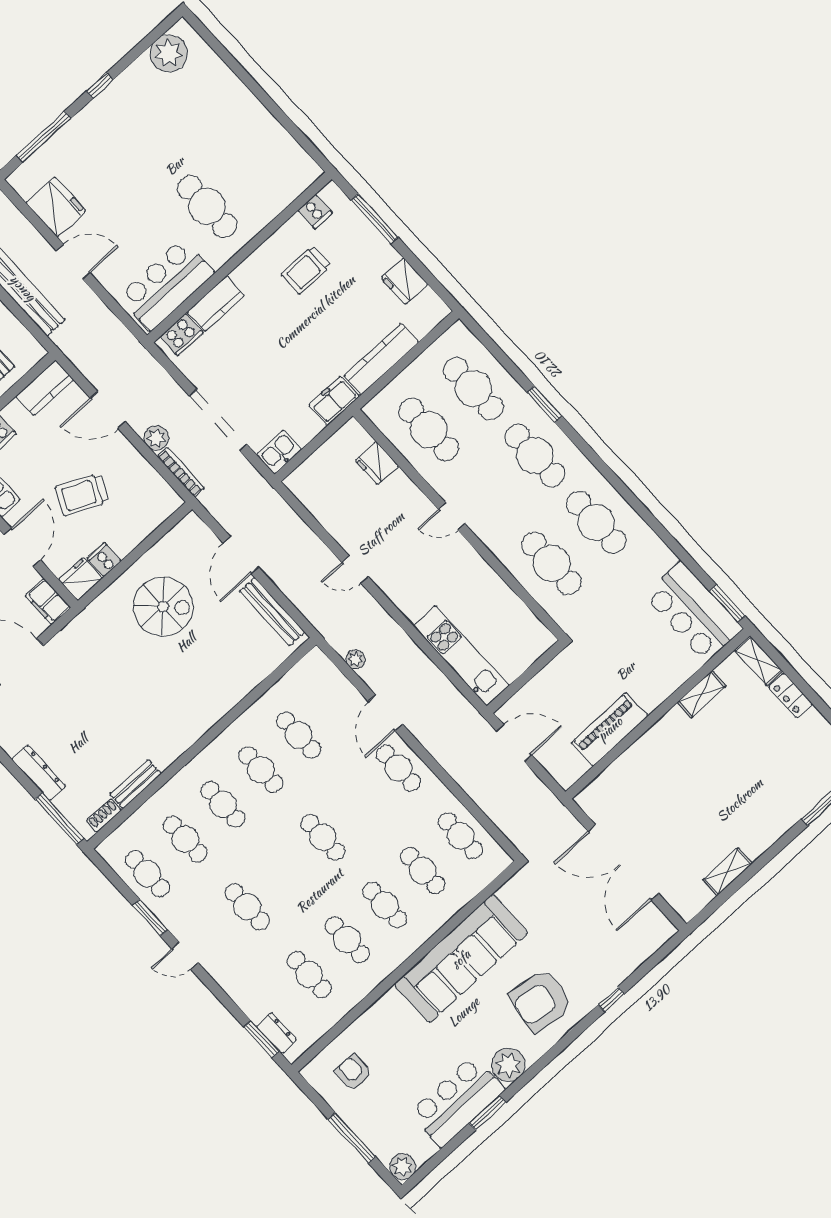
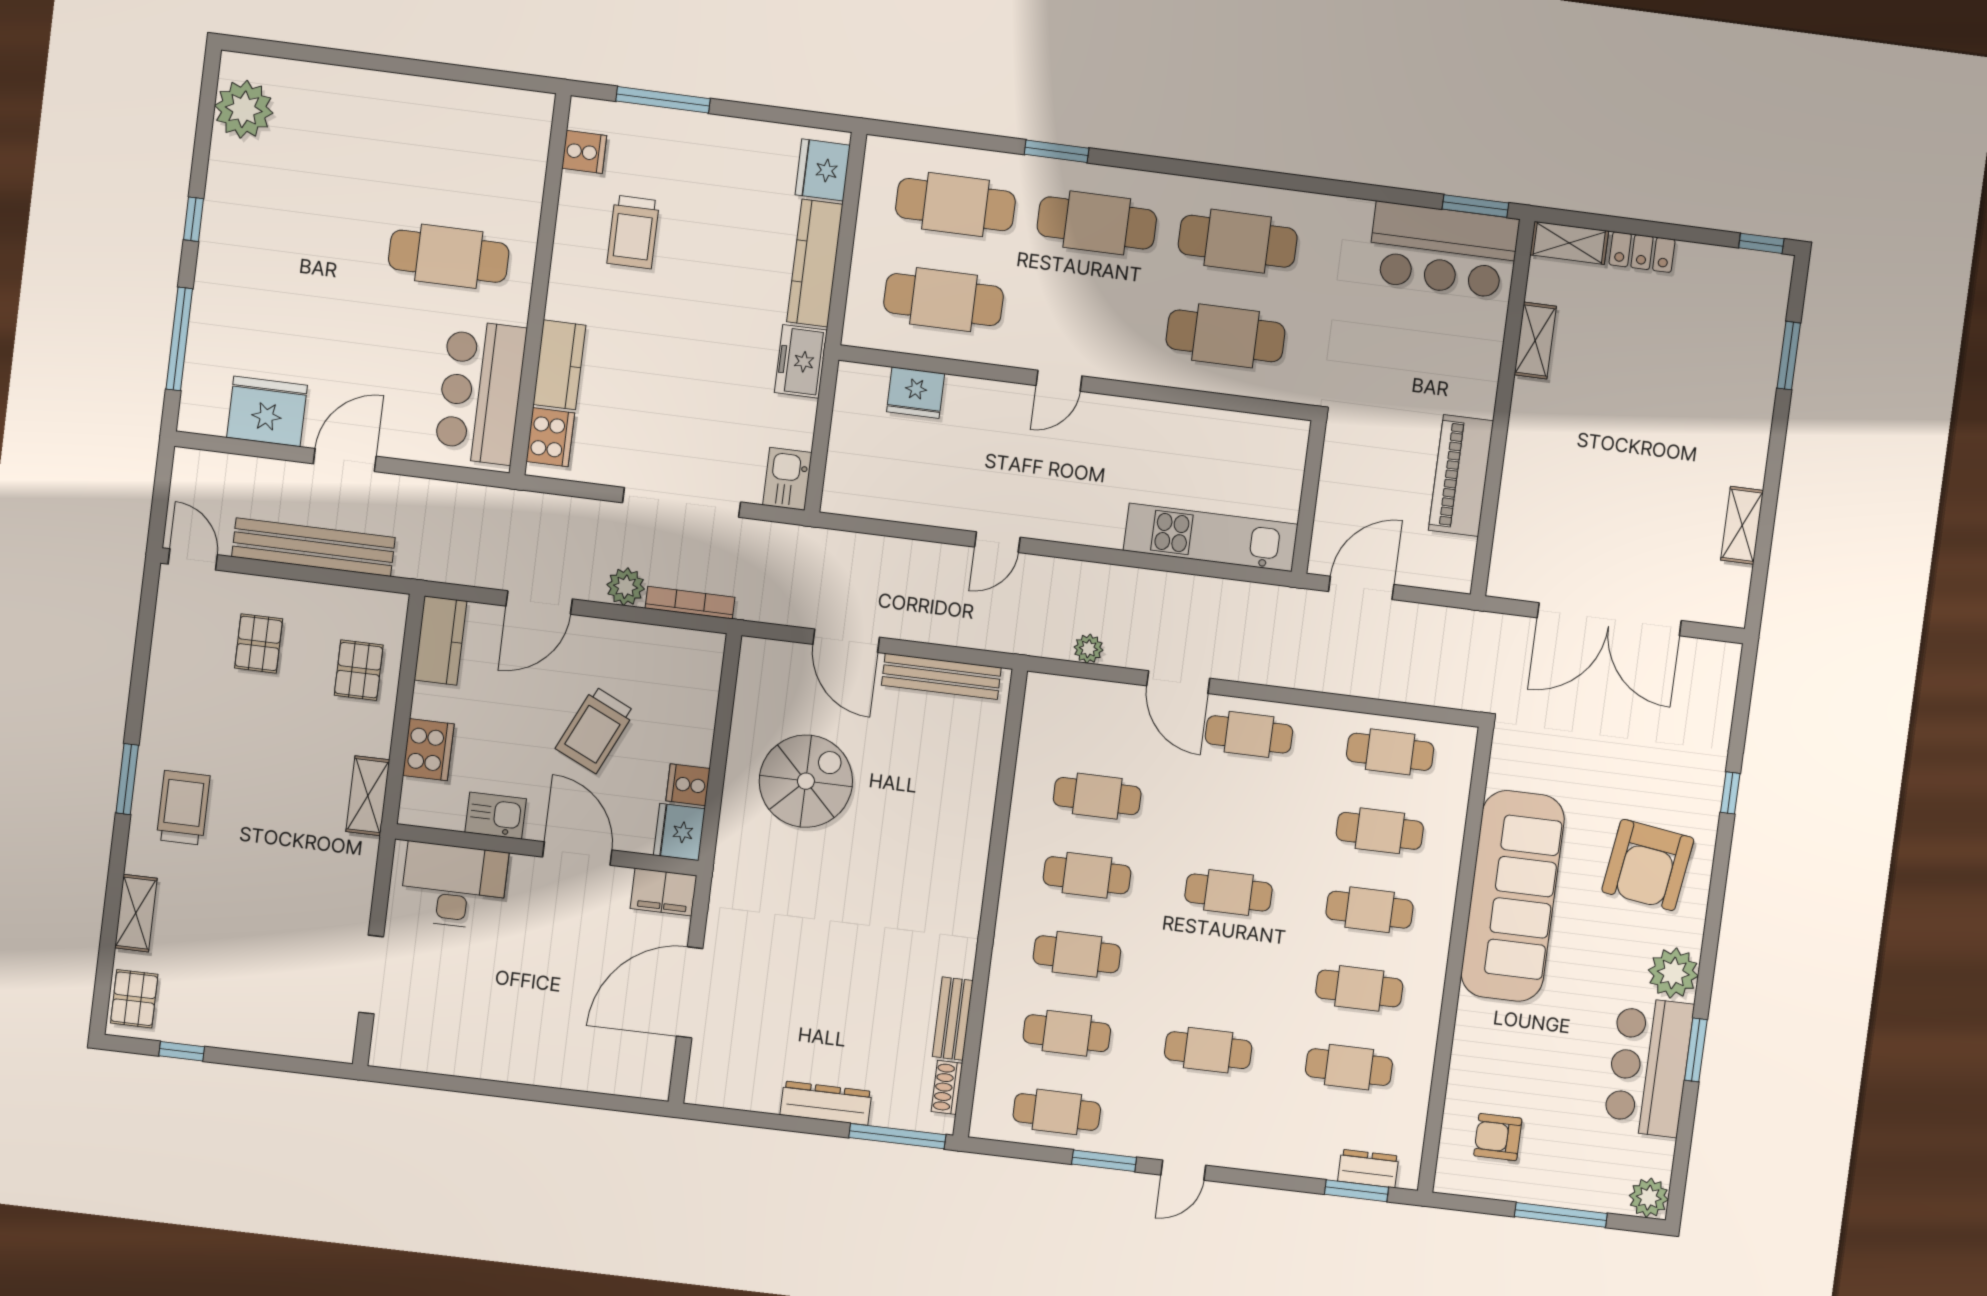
fridge: (405, 281) -> (823, 170), moved, turned 90

